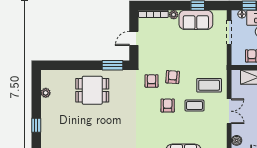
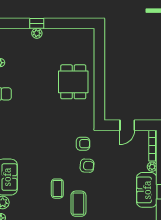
door: (134, 38) -> (127, 125), swing flipped
window: (112, 65) -> (99, 103), removed
plant: (46, 93) -> (37, 33), moved
armchair: (168, 105) -> (57, 161), removed

